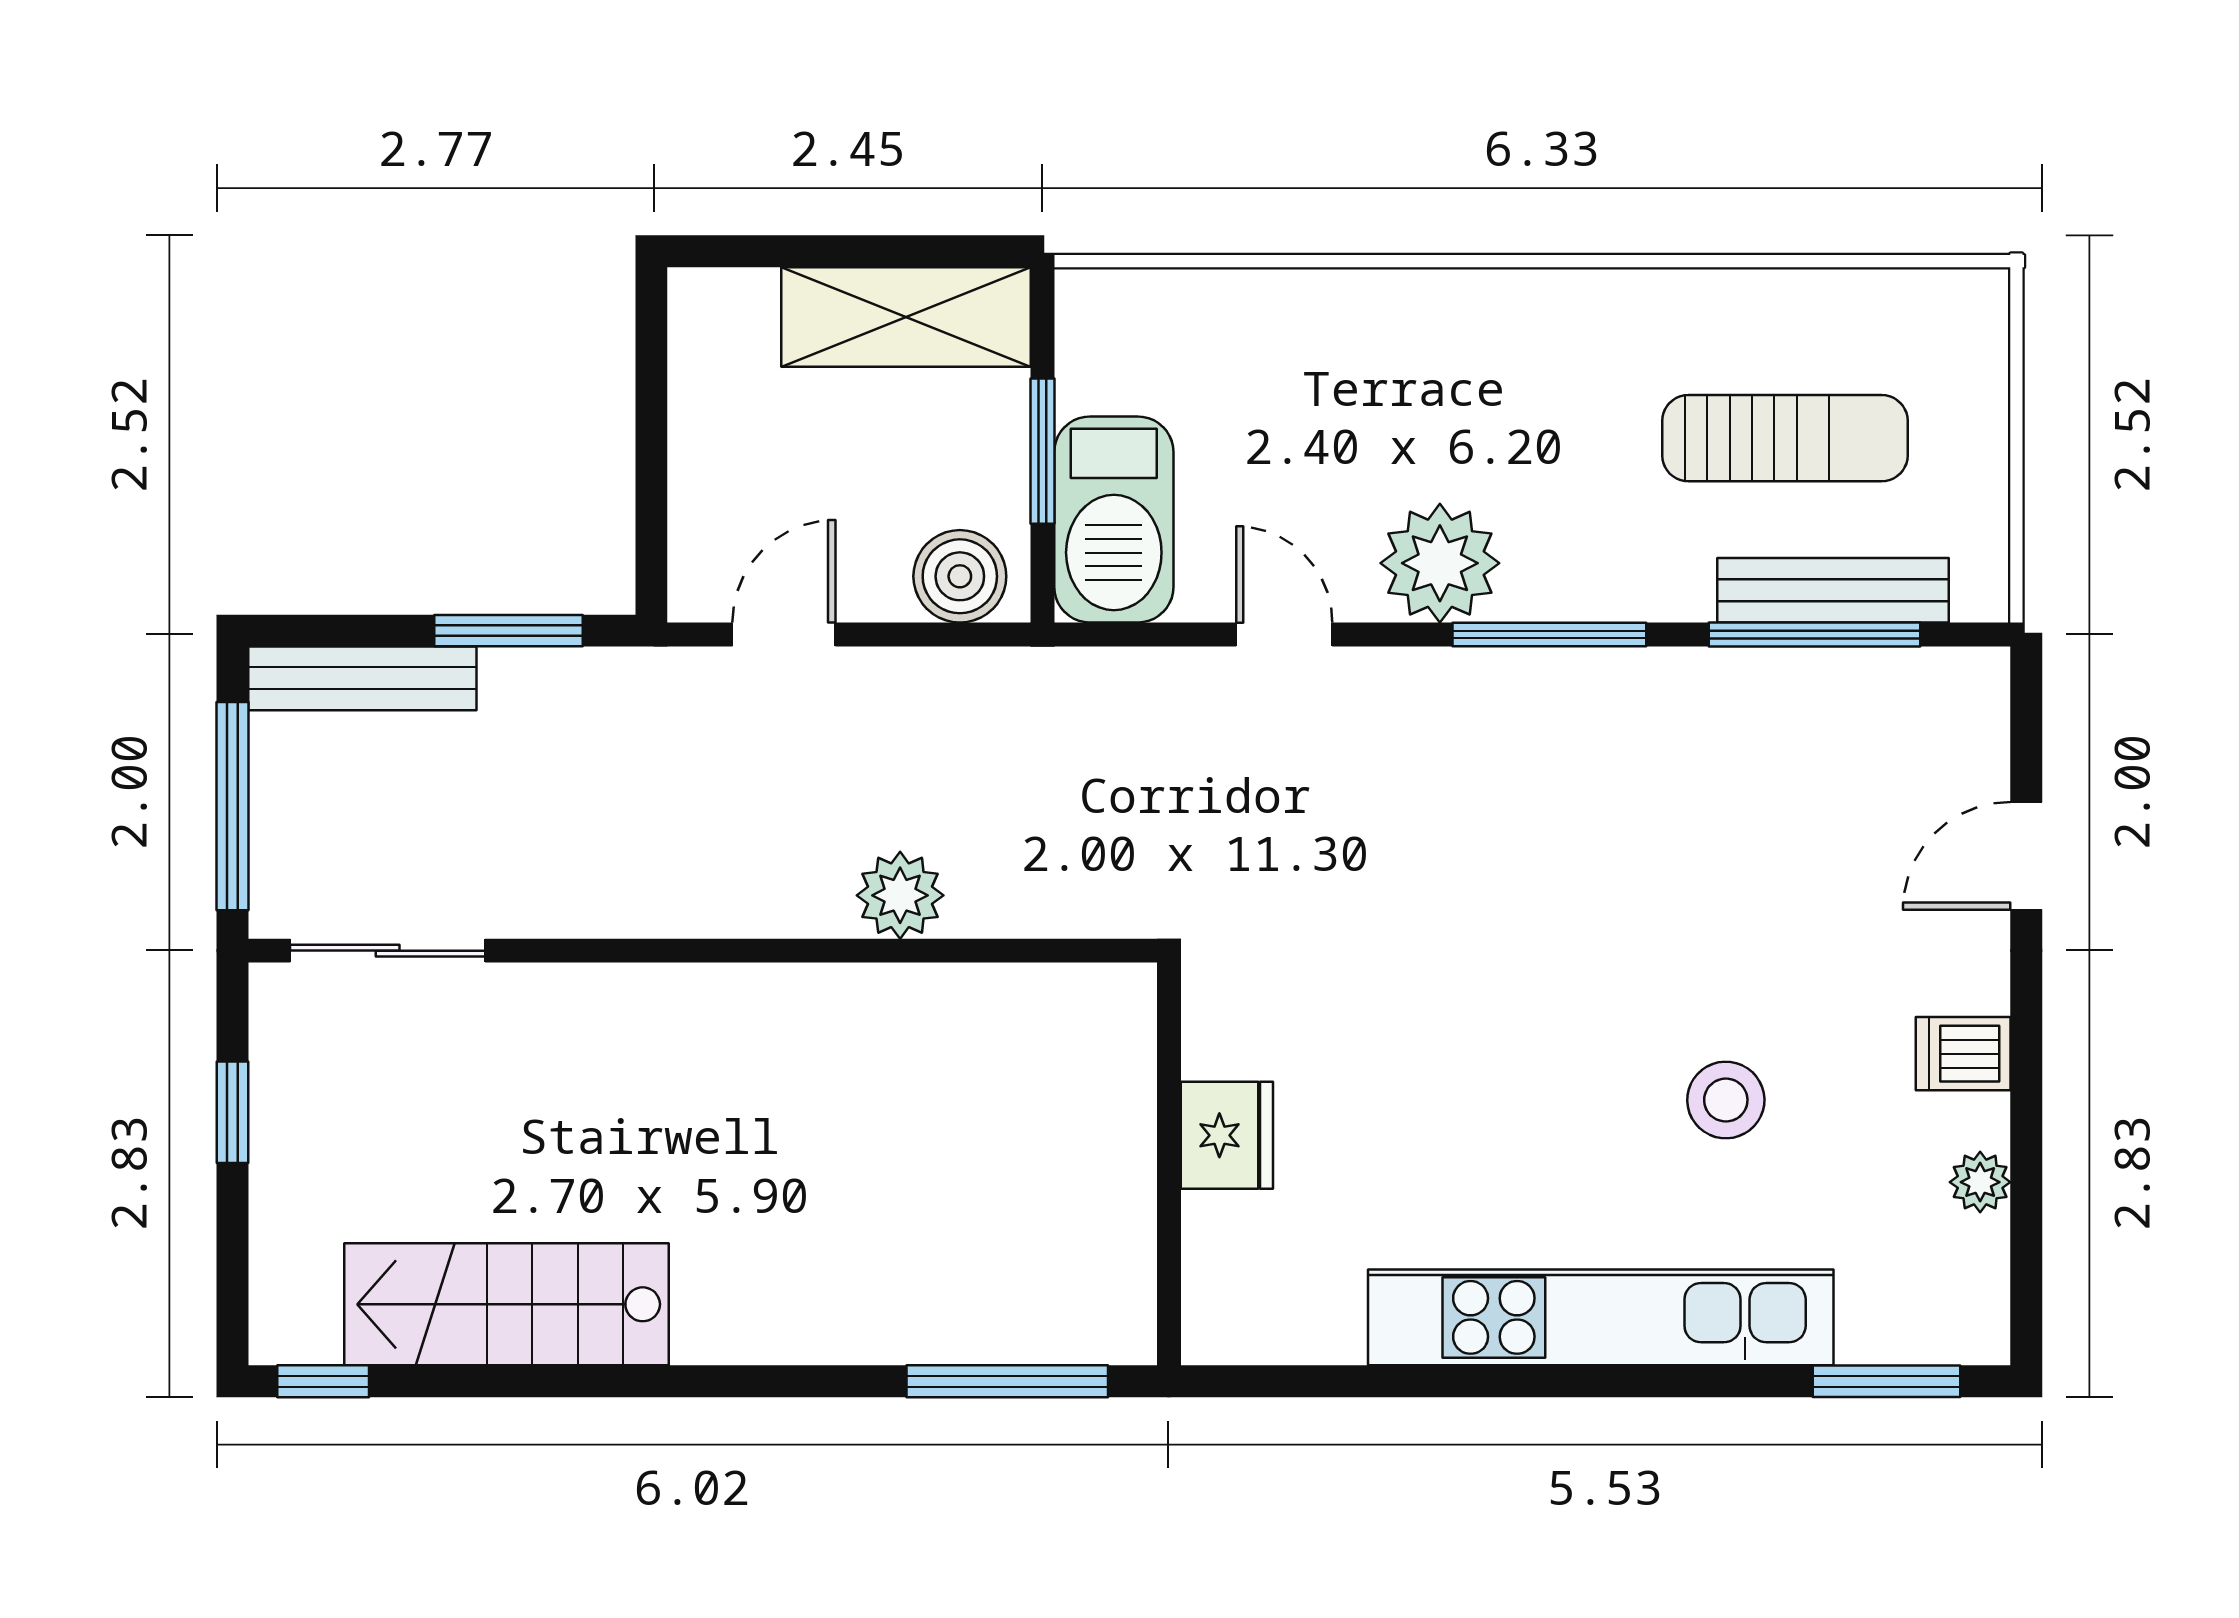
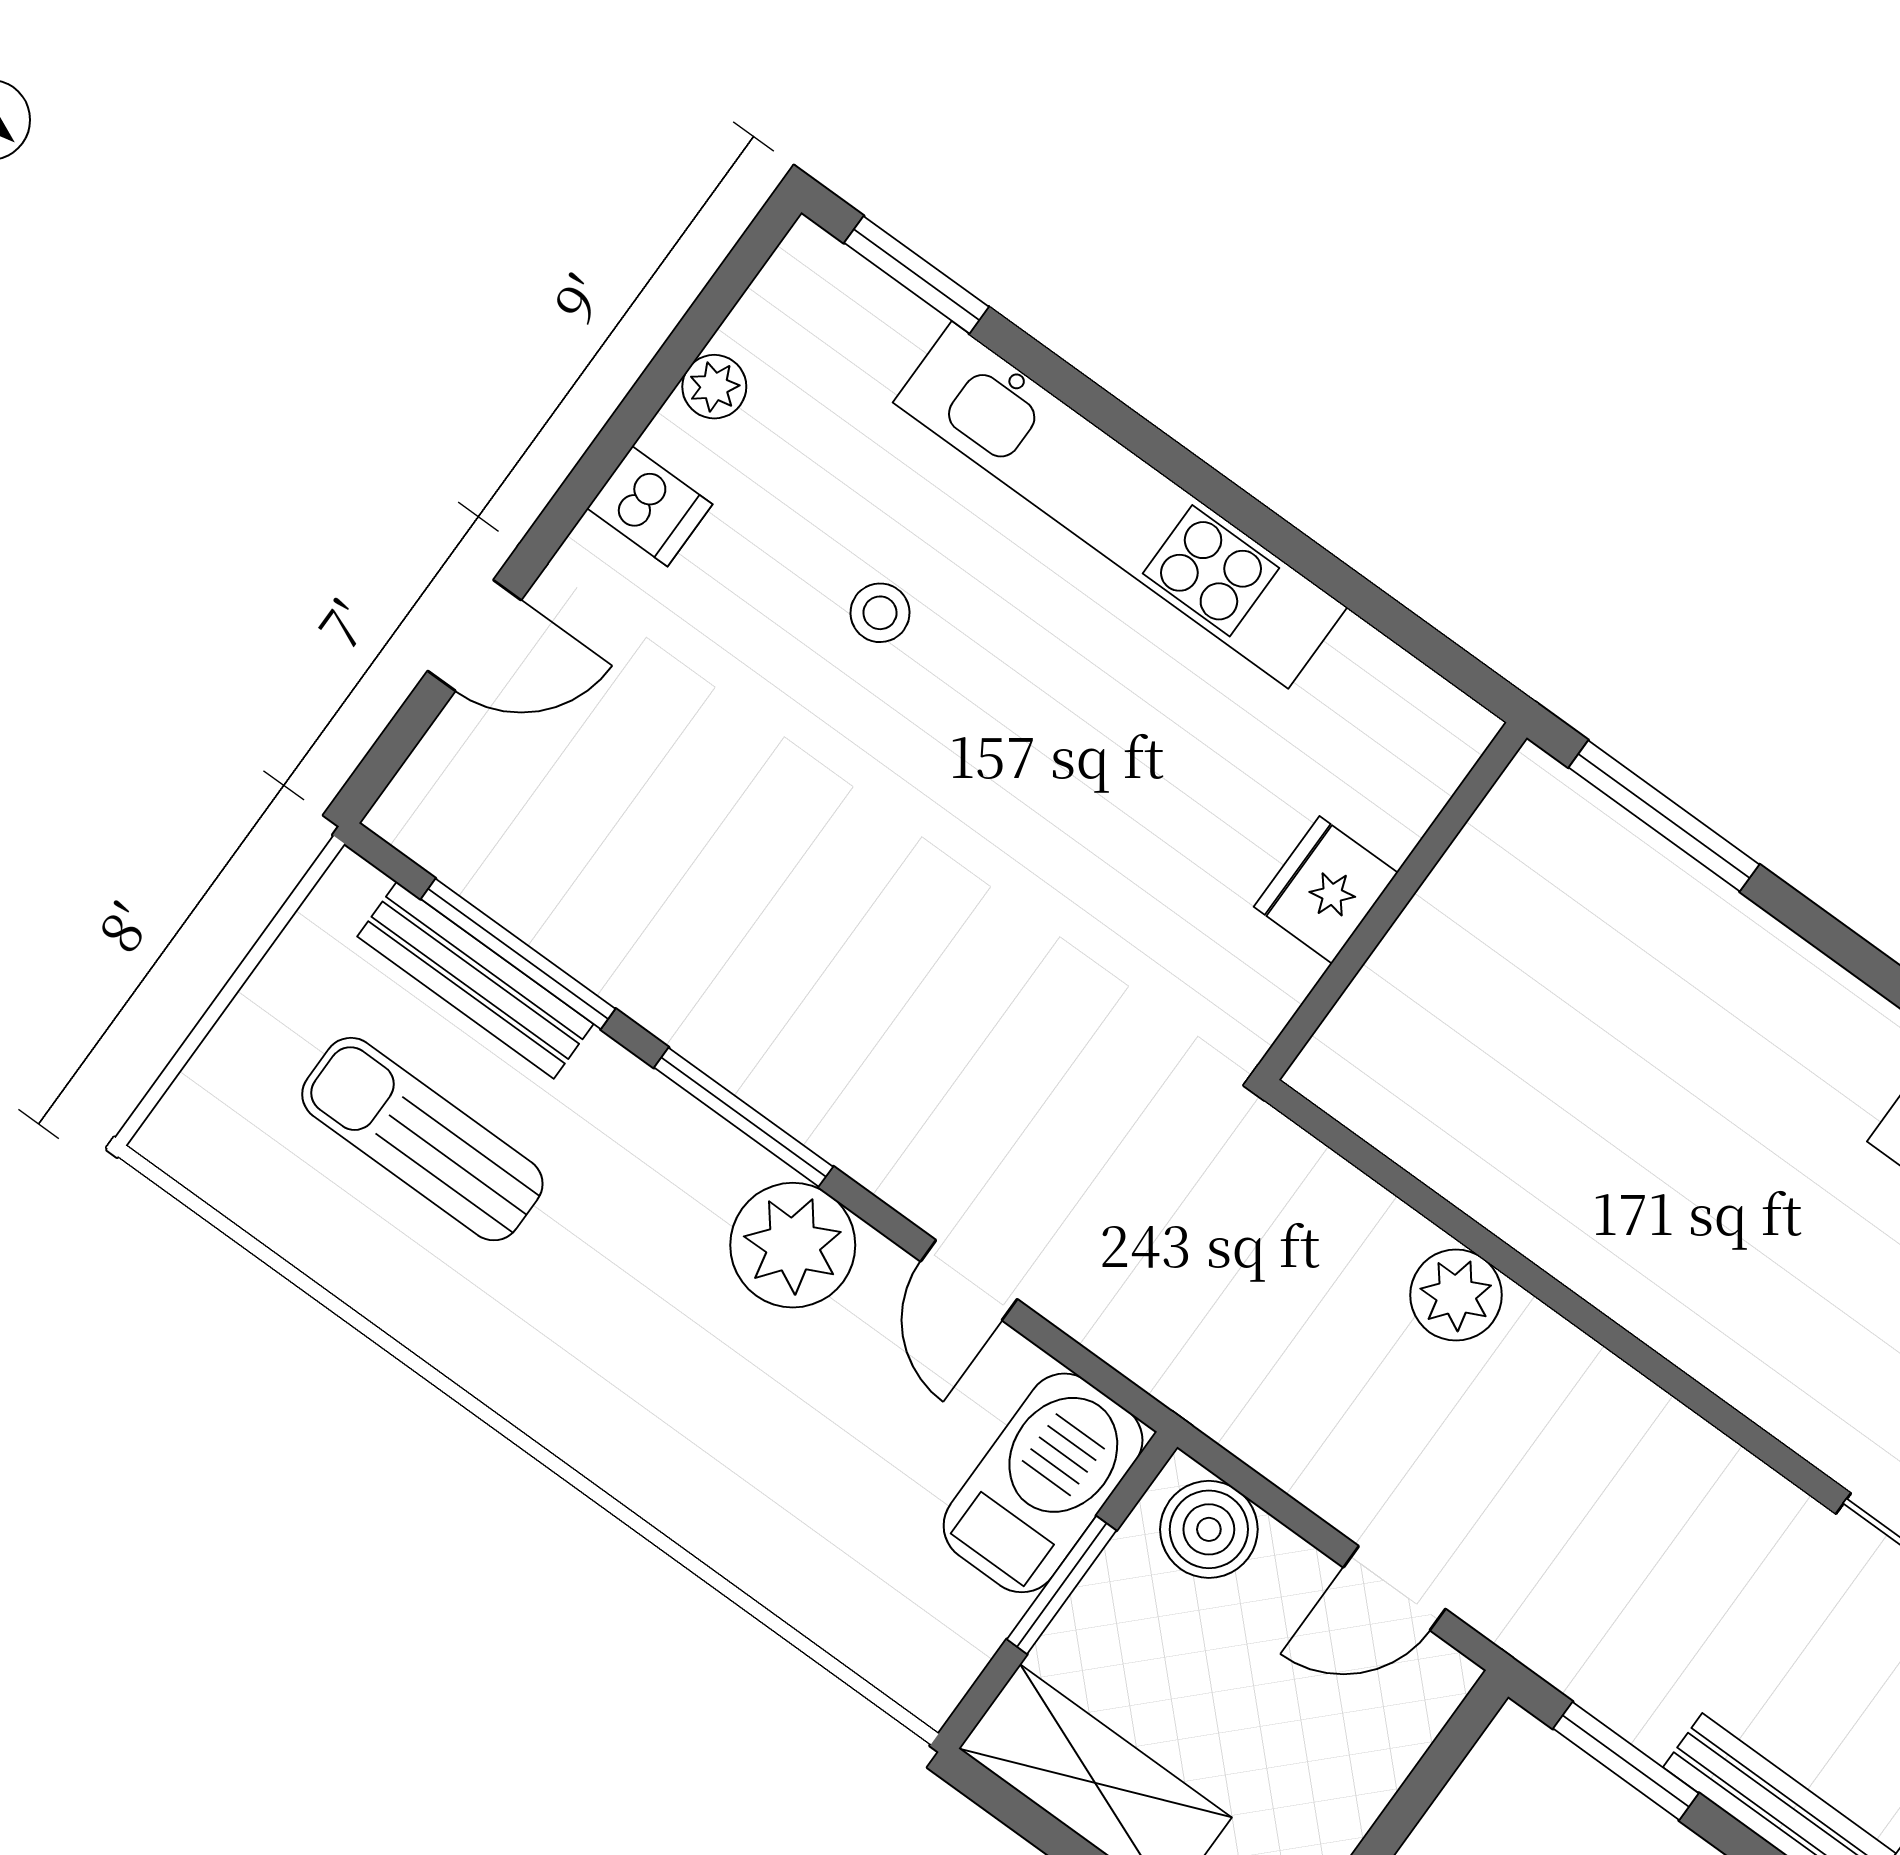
stool: (1726, 1100) -> (880, 613), width x0.73, depth x0.73

